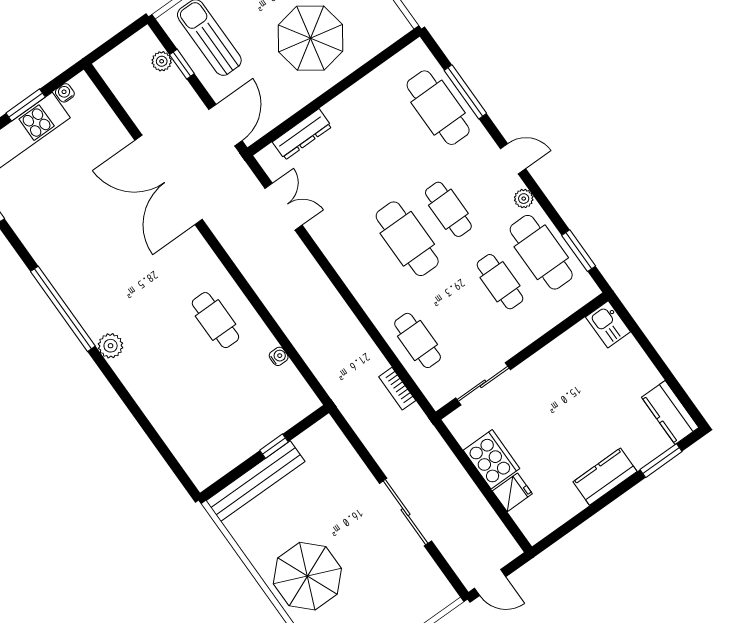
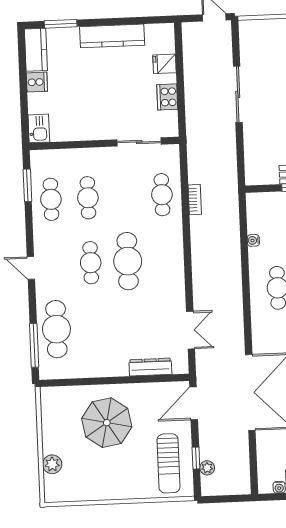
window: (465, 92) -> (34, 345), moved
plant: (524, 199) -> (40, 239), removed
double door: (284, 207) -> (191, 330), swing flipped
cafe table: (541, 252) -> (51, 199), width x0.73, depth x0.74
cooker: (645, 376) -> (37, 82), added
bookcase: (397, 389) -> (195, 200), moved
cooker: (492, 459) -> (167, 97), width x0.73, depth x0.76
kitchen counter: (605, 477) -> (112, 36), width x1.50

